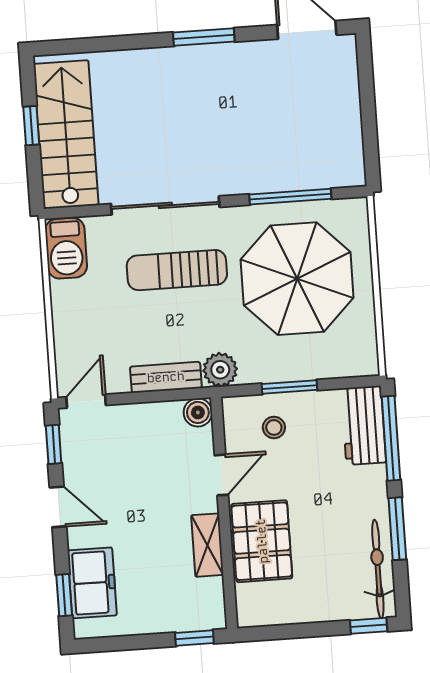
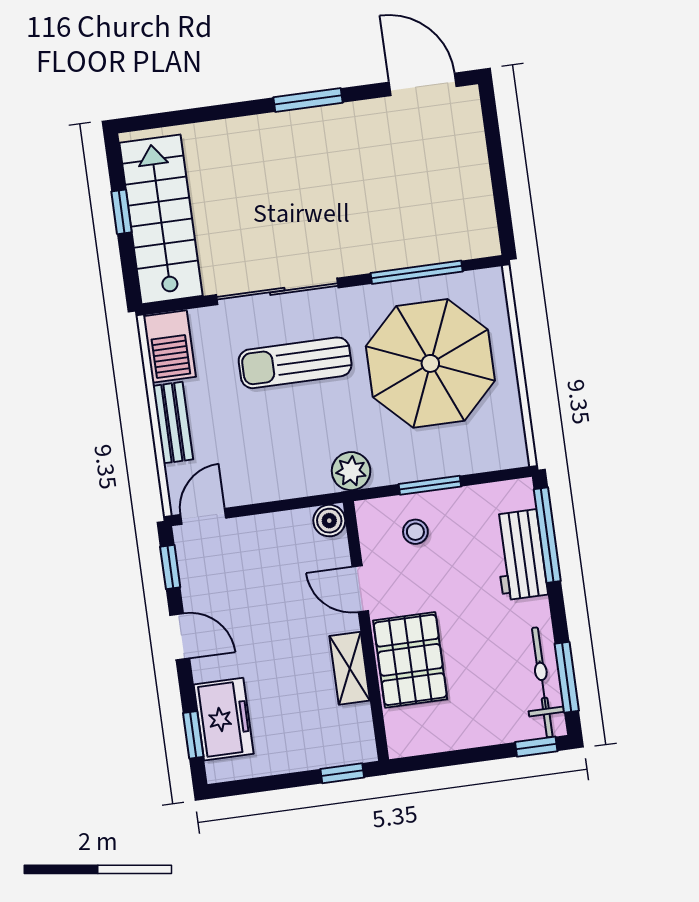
bench: (166, 377) -> (173, 423), moved, turned 90
workbench: (364, 425) -> (520, 555), moved
door: (221, 475) -> (360, 589), swing flipped
window: (397, 529) -> (567, 677), moved

